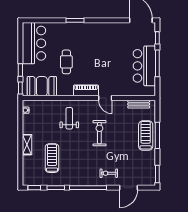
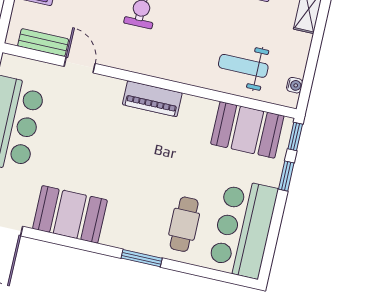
booth: (110, 32) -> (70, 214), added
cafe table: (66, 62) -> (184, 224), moved
door: (105, 98) -> (80, 65), moved
weight bench: (69, 118) -> (243, 66), moved, turned 90

